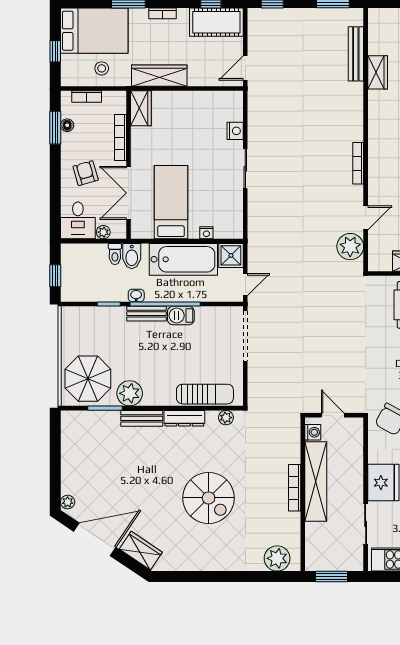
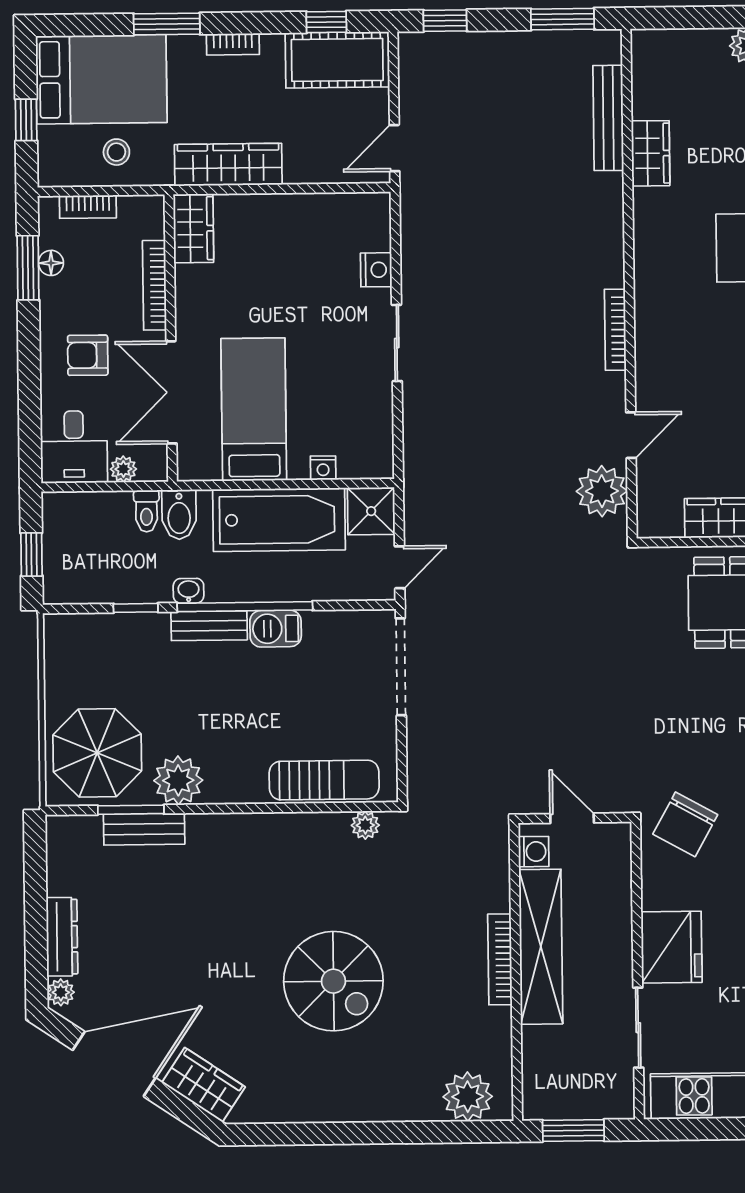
armchair: (86, 173) -> (88, 355), turned -74
bench: (142, 418) -> (144, 829), moved
dresser: (184, 418) -> (62, 937), moved, turned -90

